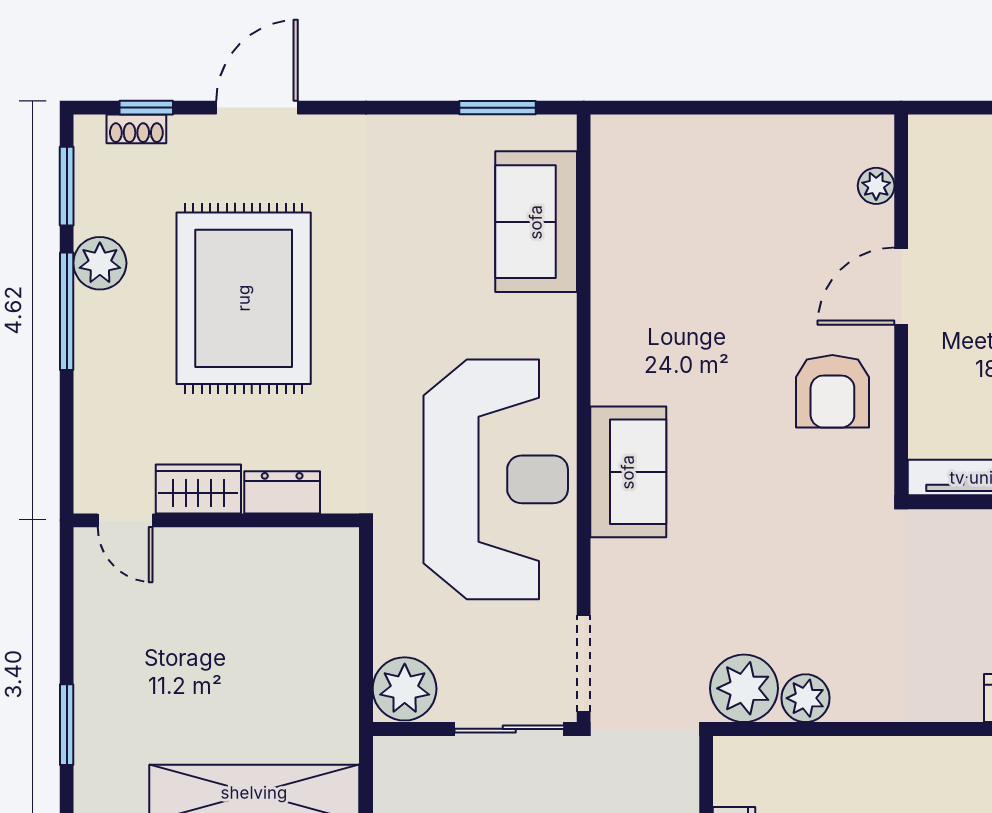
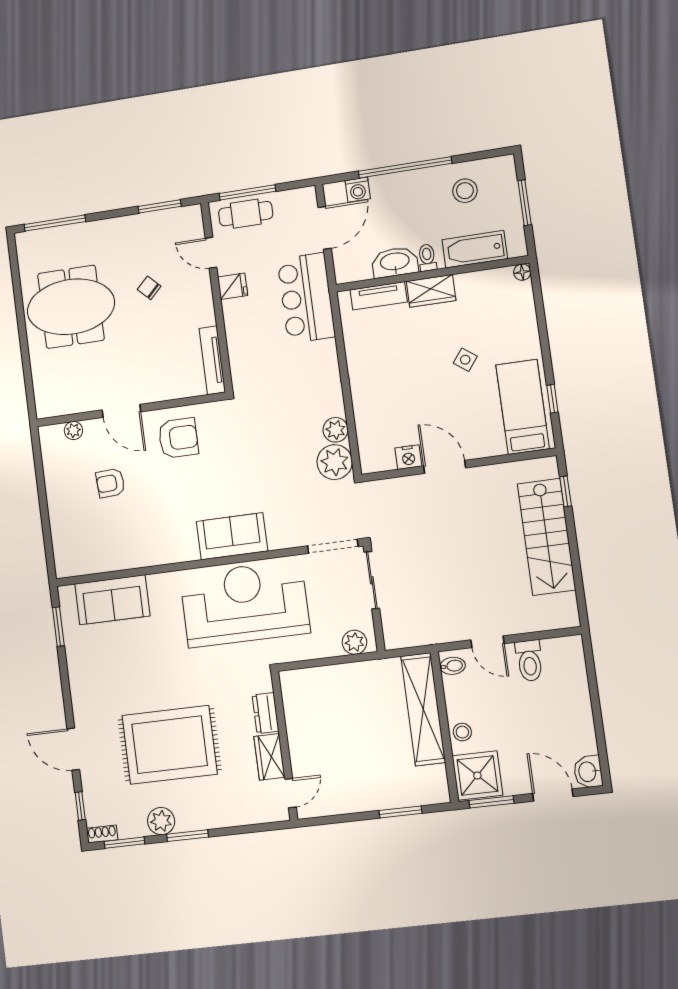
shoe rack: (136, 129) -> (102, 834), moved, turned -90
armchair: (763, 246) -> (110, 483), added
window: (67, 311) -> (188, 836), width x0.69
plant: (405, 689) -> (354, 642), width x0.73, depth x0.73

